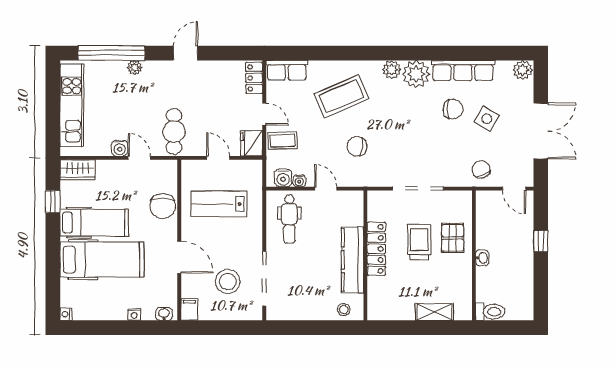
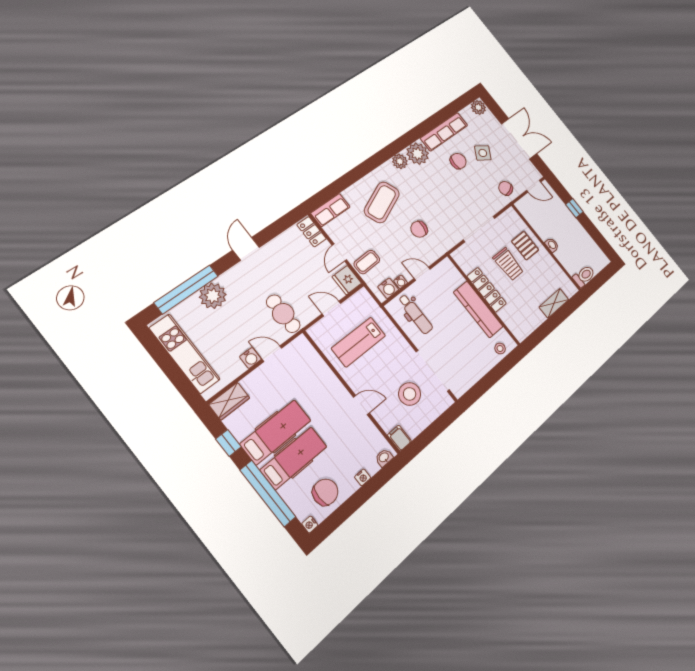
plant: (135, 68) -> (213, 296), width x1.88, depth x1.88
door: (264, 114) -> (339, 253), swing flipped
chair: (163, 206) -> (325, 492), moved, turned -90
trolley: (419, 242) -> (508, 264), turned 180
door: (179, 257) -> (361, 405), width x0.73
hospital bed: (102, 260) -> (294, 458), width x0.73, depth x0.78
window: (53, 264) -> (268, 493), added

